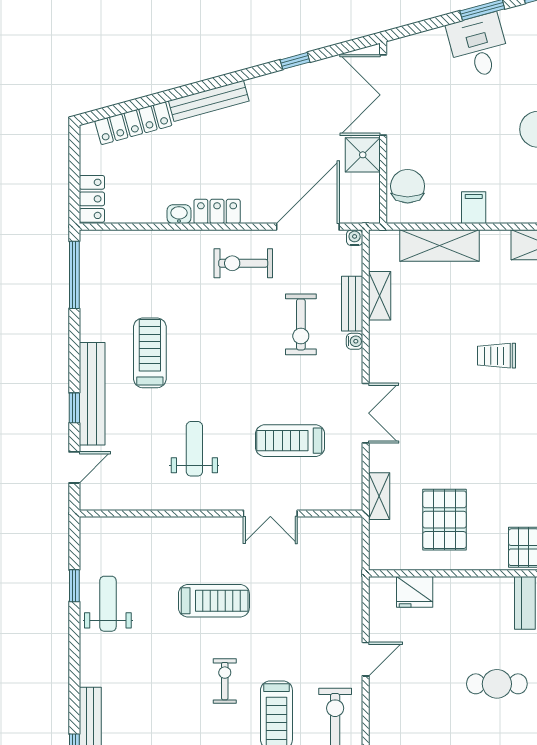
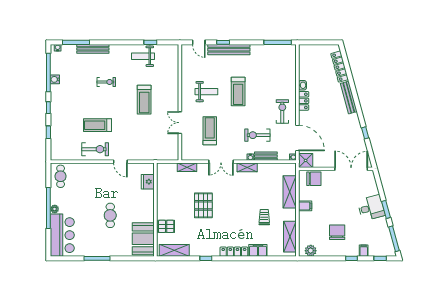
shower: (363, 155) -> (306, 160), moved
locker: (92, 199) -> (309, 50), removed
shelving: (380, 296) -> (247, 167), moved
treadmill: (150, 353) -> (238, 92), moved, turned 90
trolley: (497, 356) -> (264, 217), moved
pallet: (445, 520) -> (203, 205), moved, turned 90
weight bench: (108, 604) -> (143, 56), turned 180
exercise bike: (225, 681) -> (106, 82), moved

